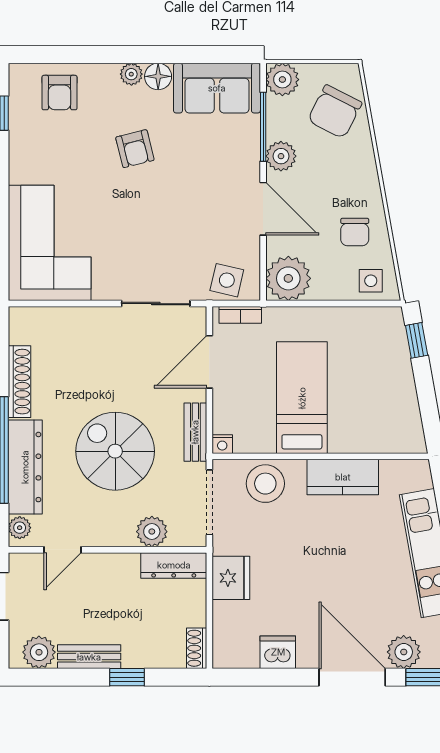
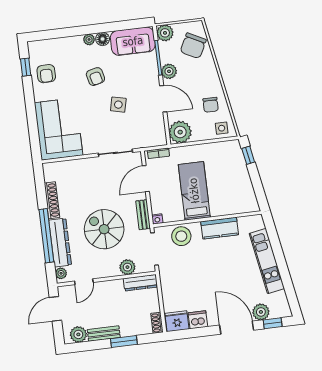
armchair: (60, 93) -> (46, 74), moved
side table: (227, 280) -> (118, 105), moved
fridge: (231, 578) -> (177, 321), moved, turned -90
window: (127, 677) -> (124, 341), width x1.50

